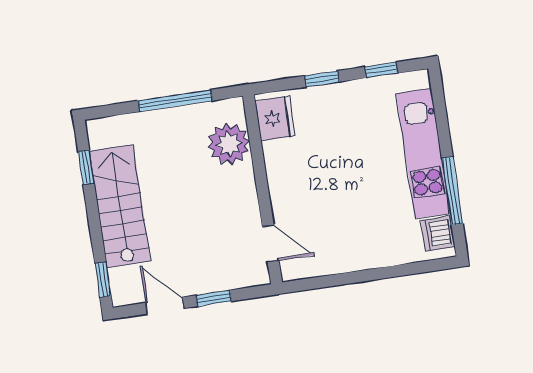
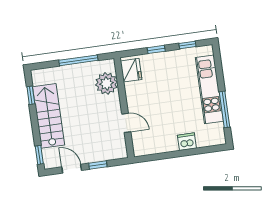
dishwasher: (438, 234) -> (187, 142), moved, turned 90
door: (271, 244) -> (126, 123), moved

